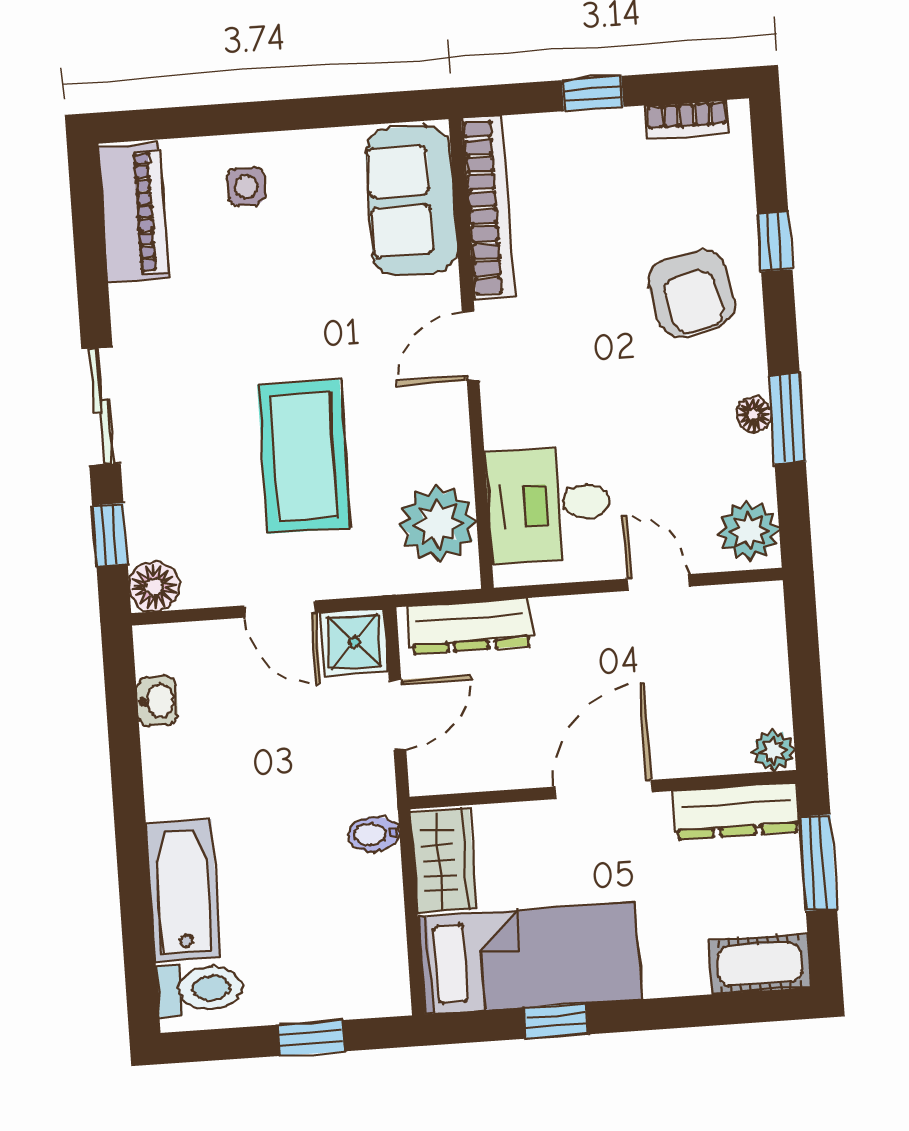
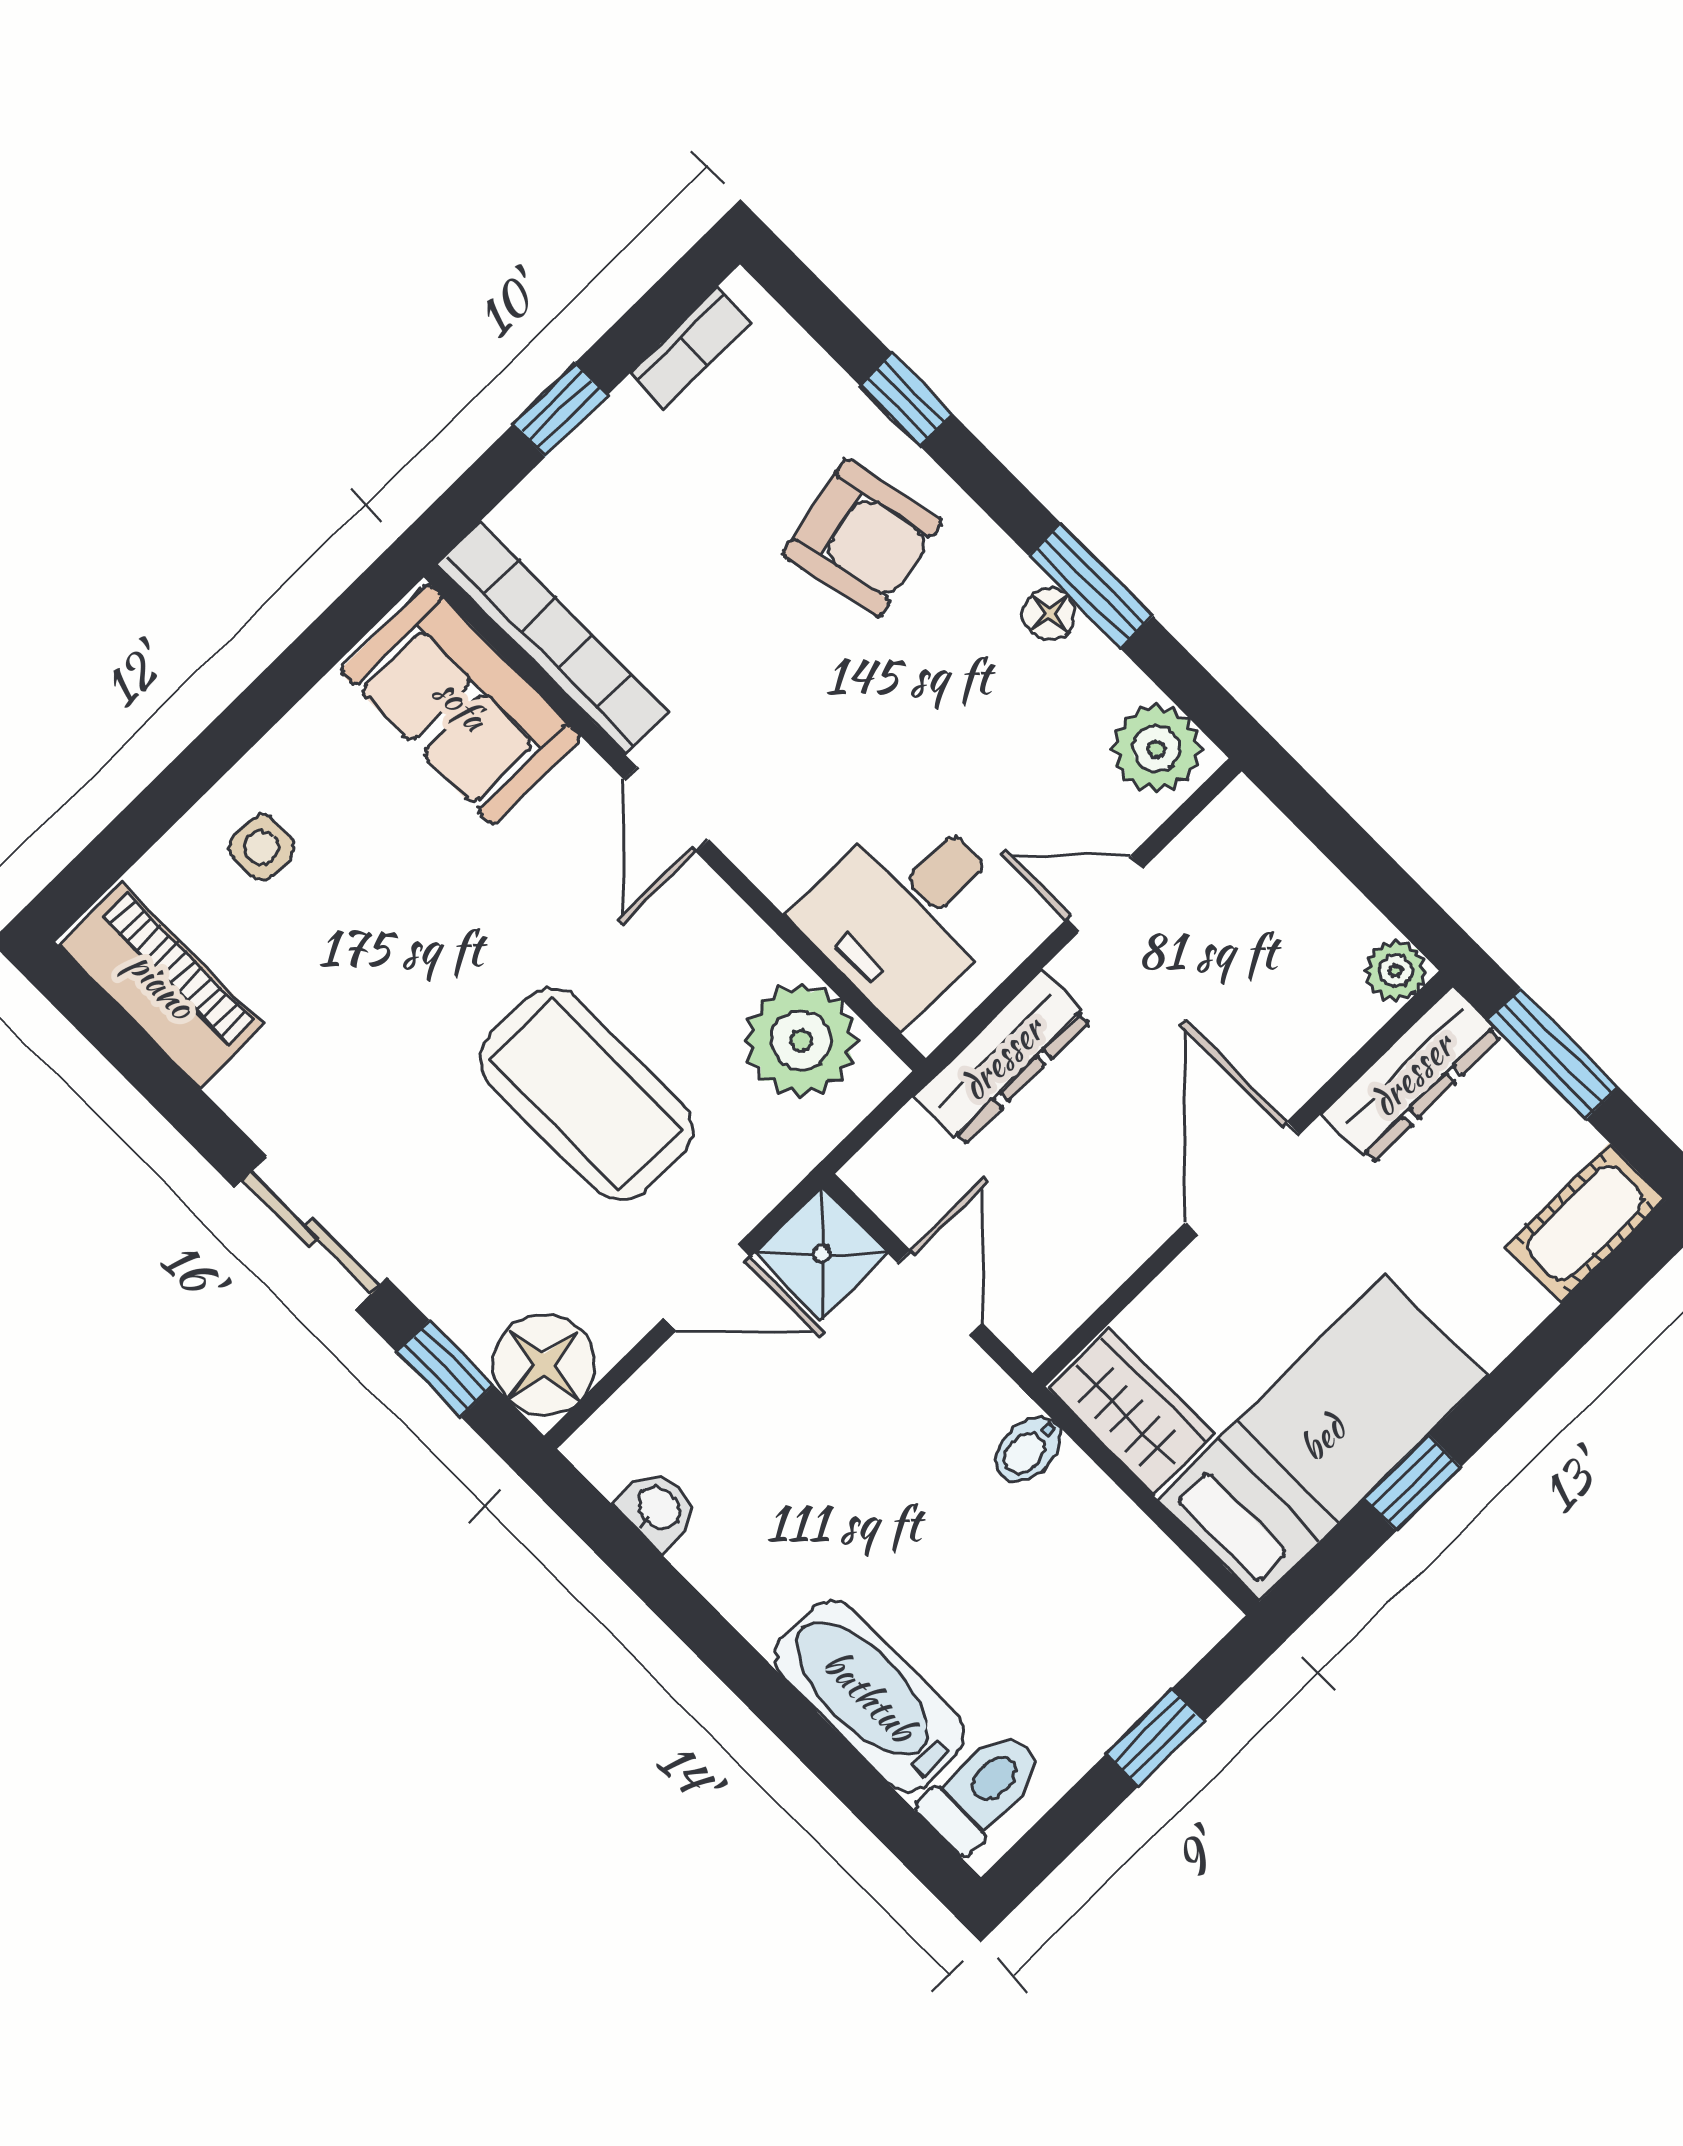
floor lamp: (154, 587) -> (544, 1364), width x1.38, depth x1.38
dresser: (470, 626) -> (1002, 1058), moved

